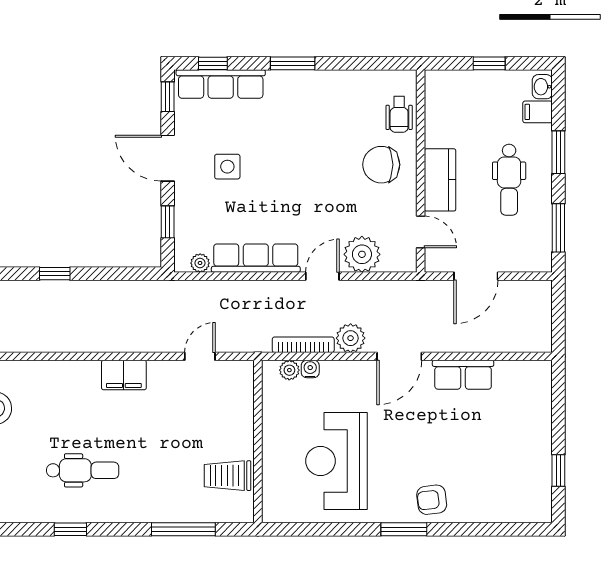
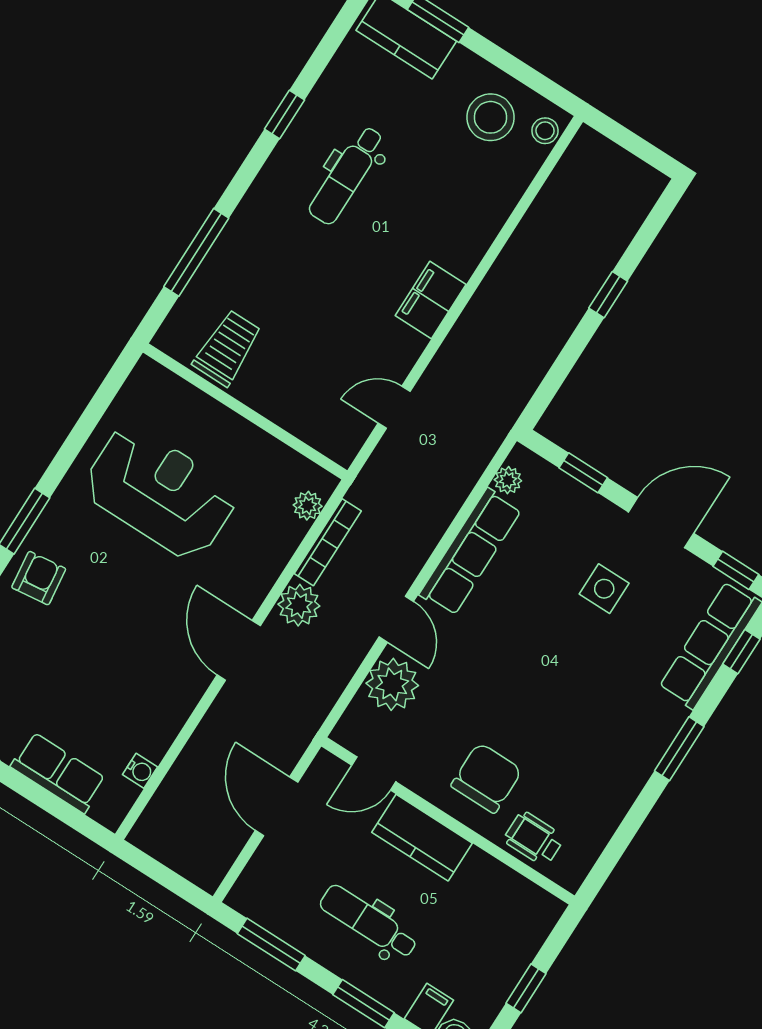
door: (200, 356) -> (394, 407), swing flipped
water cooler: (310, 369) -> (140, 771), moved
row of seats: (463, 375) -> (58, 773), moved, turned 90

